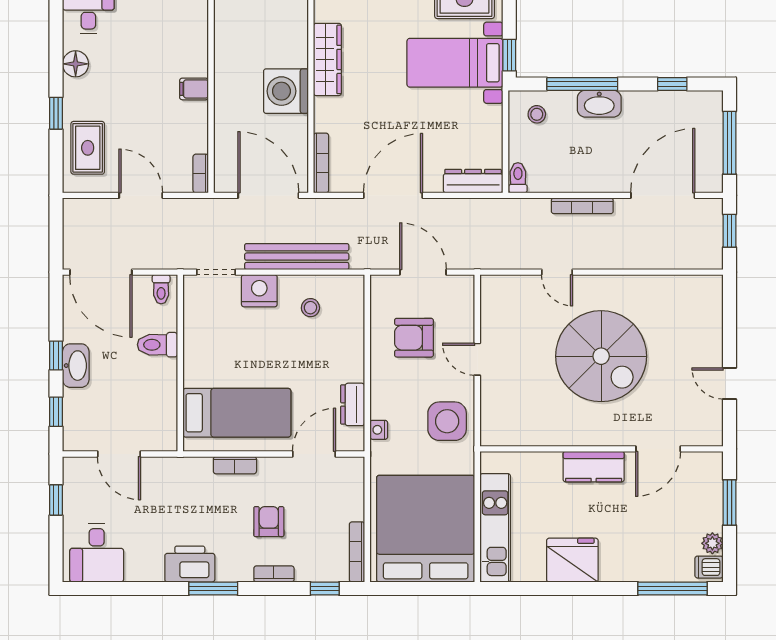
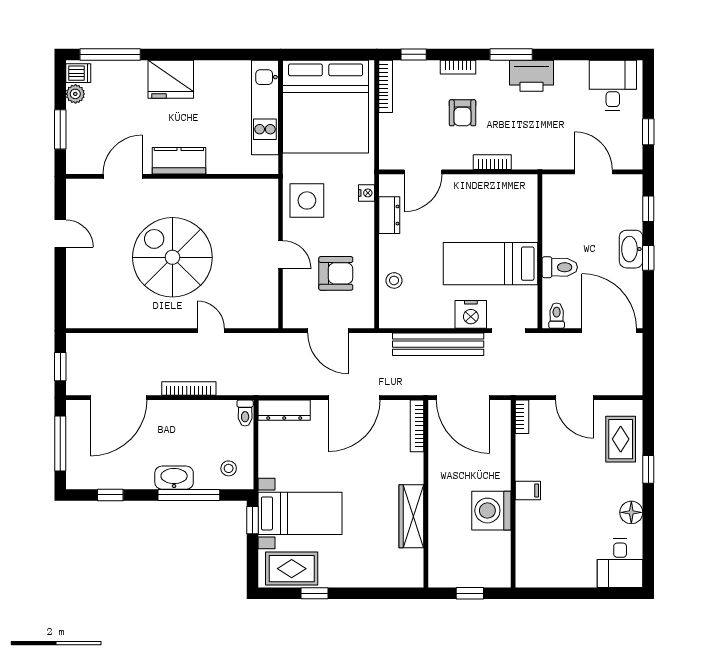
washing machine: (286, 91) -> (491, 511), moved, turned 180
stool: (310, 308) -> (394, 280), moved
bed: (237, 413) -> (490, 264), moved
fridge: (572, 560) -> (171, 79), moved

